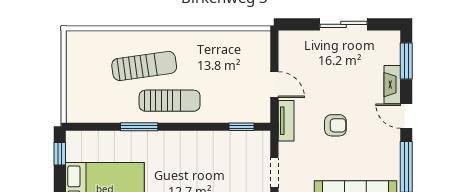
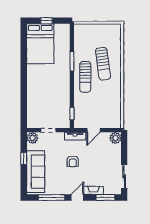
sliding door: (344, 24) -> (124, 176), moved
plant: (290, 42) -> (115, 138), added
window: (60, 154) -> (46, 21), moved

